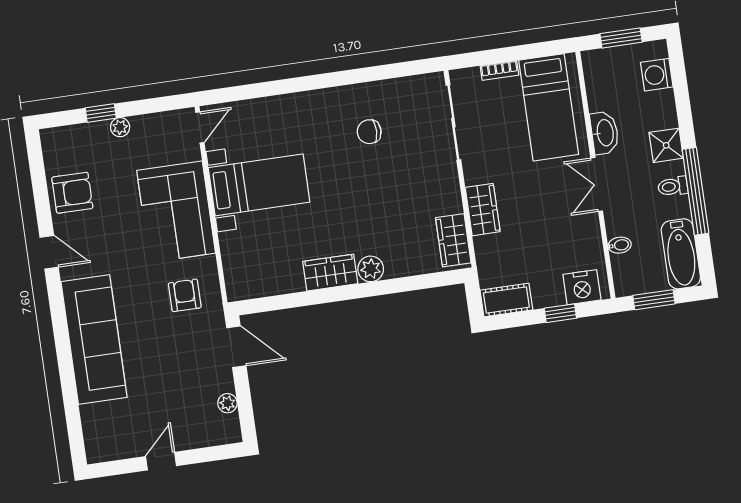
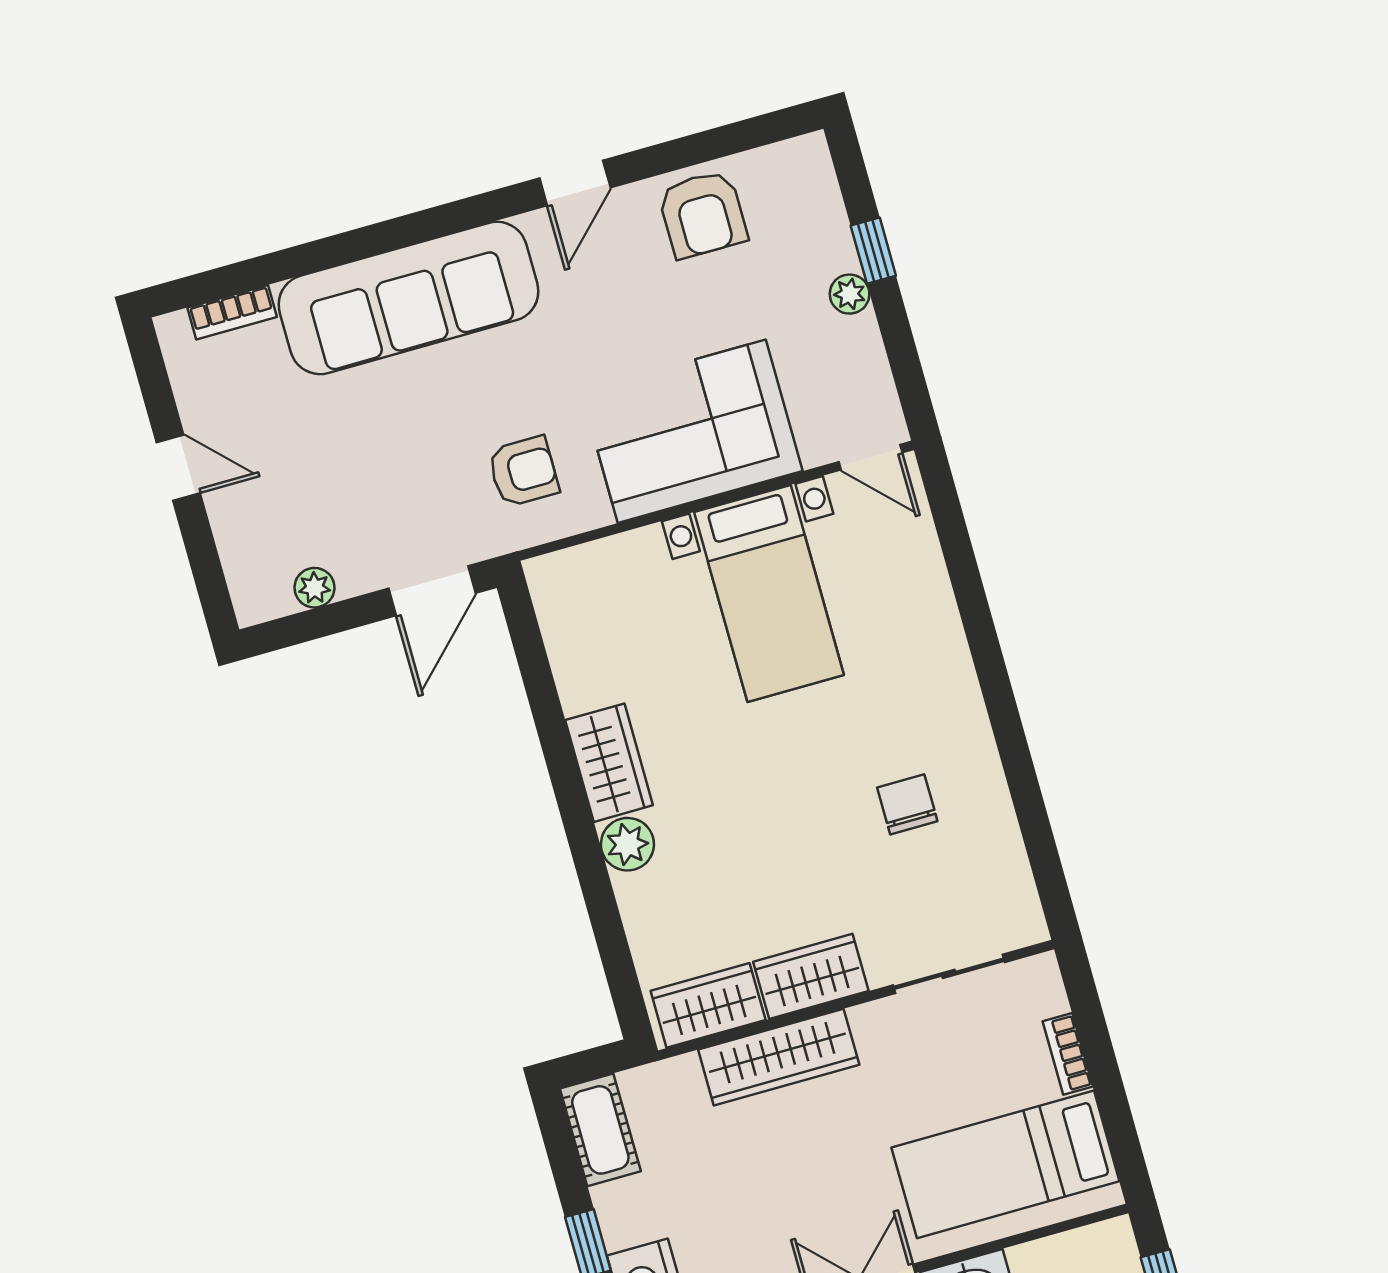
sliding door: (453, 122) -> (949, 974), width x0.73
wardrobe: (446, 189) -> (811, 976), added
wardrobe: (483, 210) -> (779, 1057), width x1.50
bookcase: (90, 425) -> (232, 312), added

